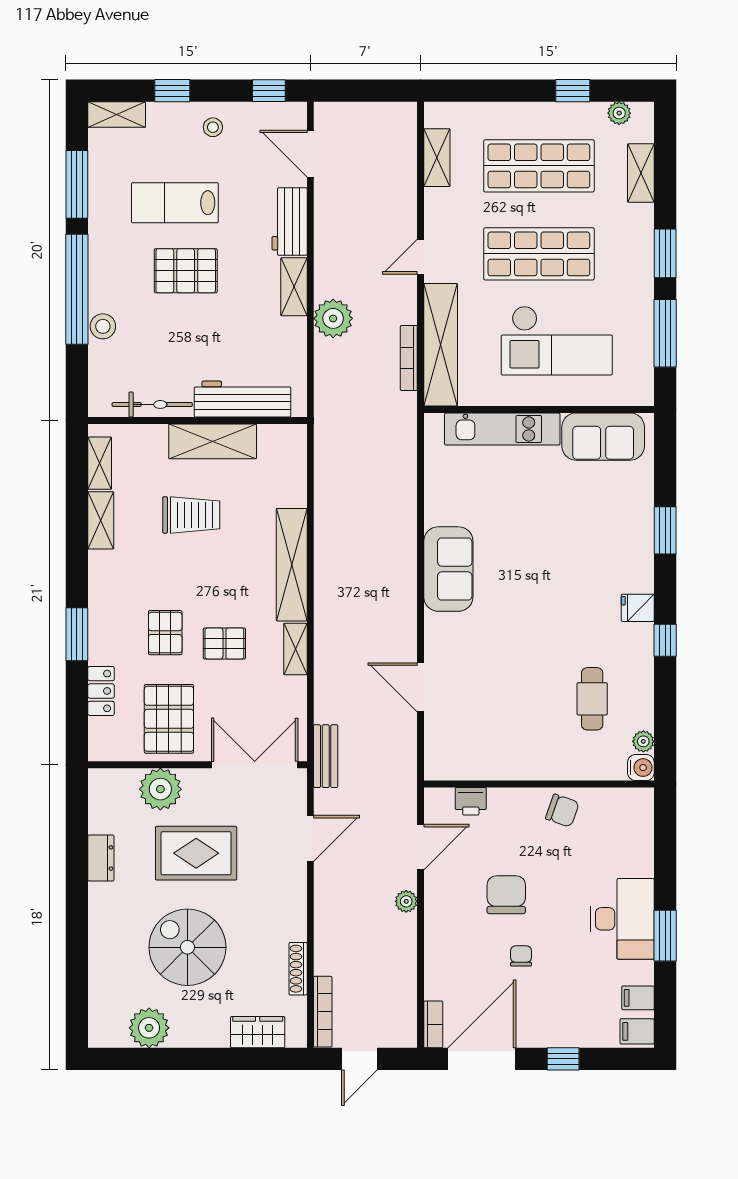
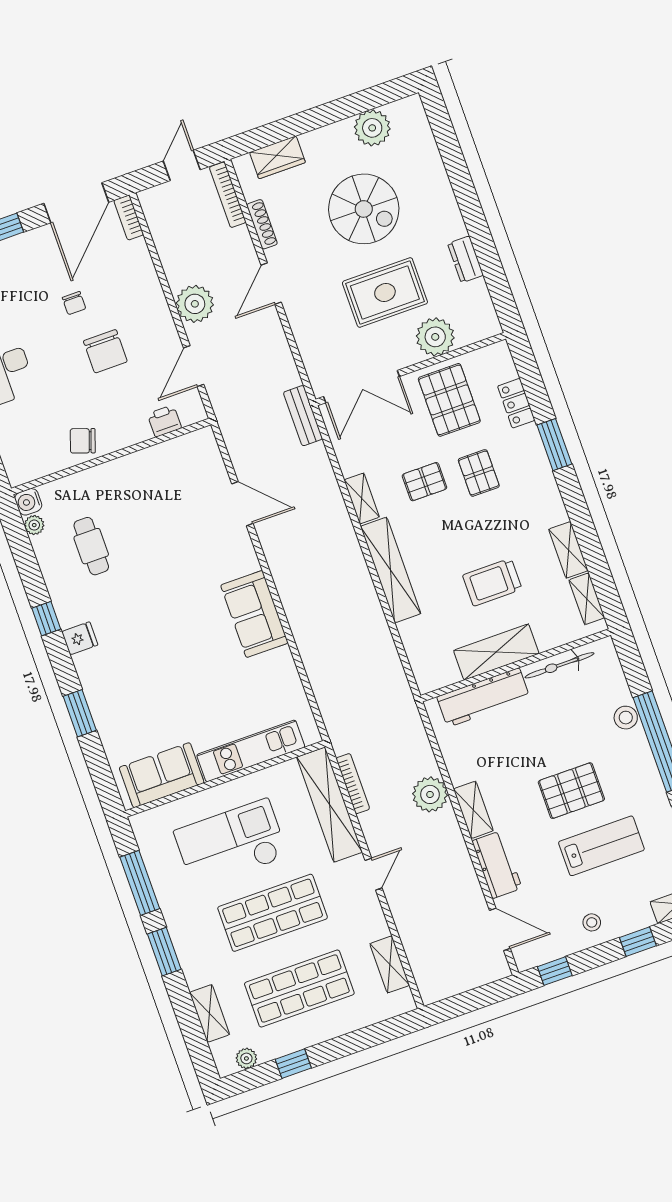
door: (310, 838) -> (271, 284), moved
plant: (406, 901) -> (195, 304), width x1.87, depth x1.87

